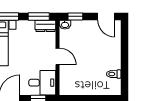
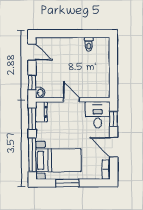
door: (106, 16) -> (32, 52), hinge flipped
door: (58, 56) -> (71, 100), hinge flipped

